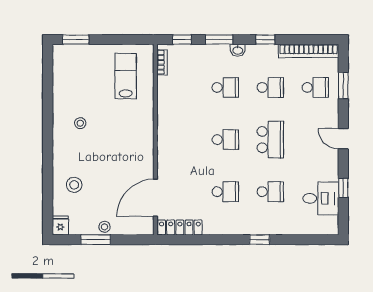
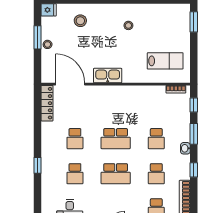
school desk: (225, 140) -> (116, 139), width x1.85
kitchen sink: (144, 150) -> (108, 76), added

